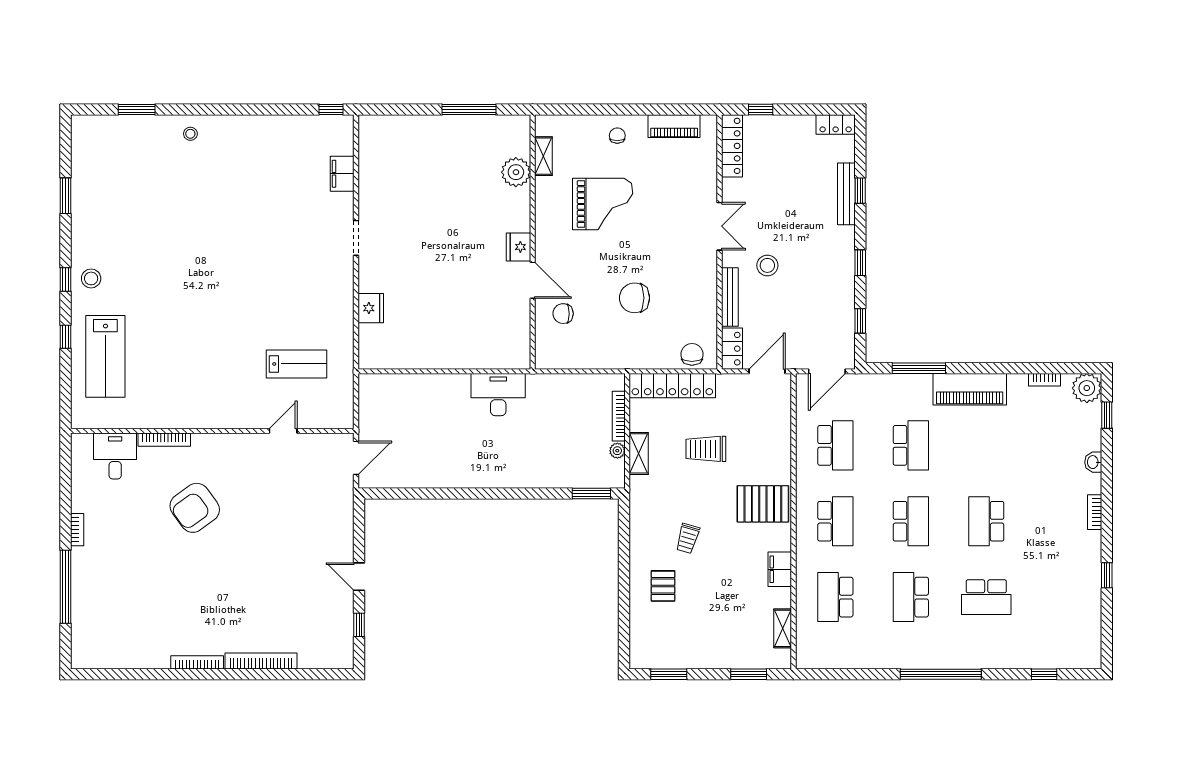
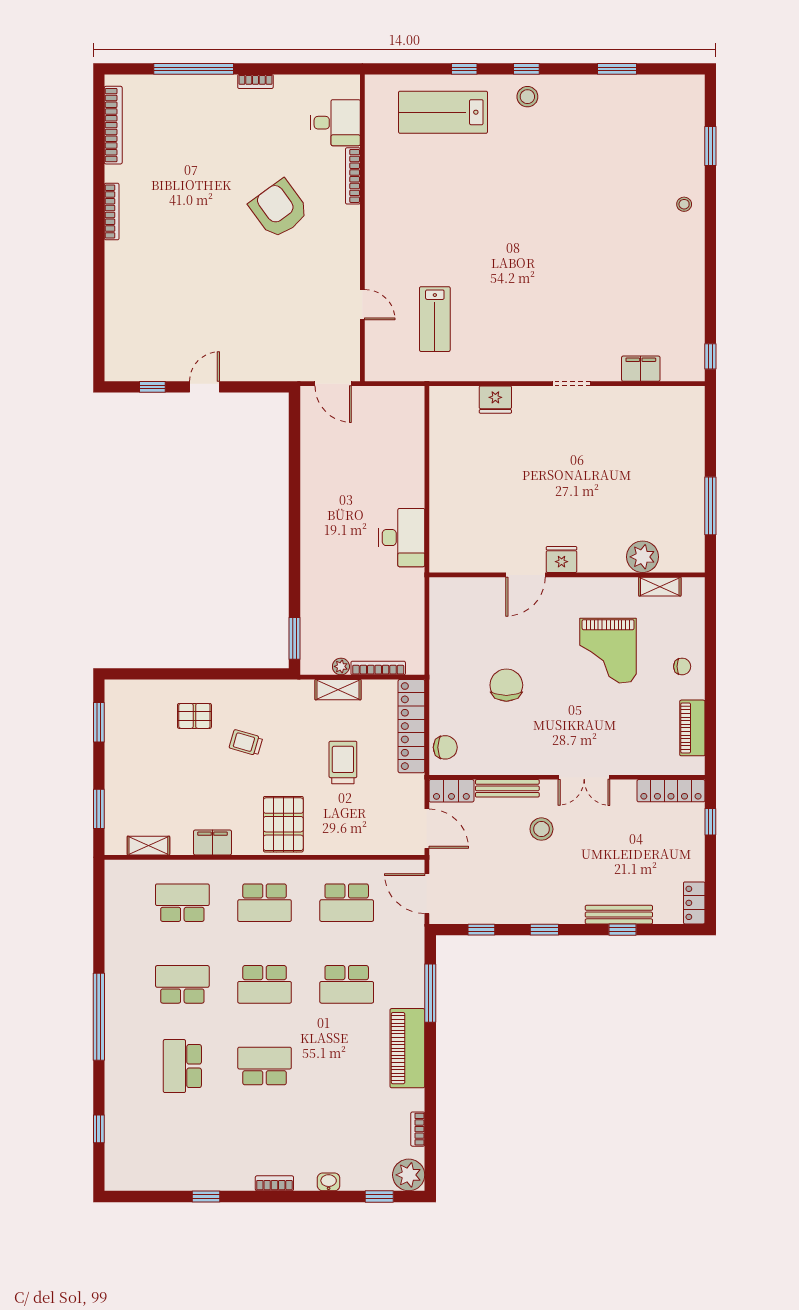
chair: (563, 314) -> (489, 608), removed
bookcase: (261, 661) -> (113, 125), moved

